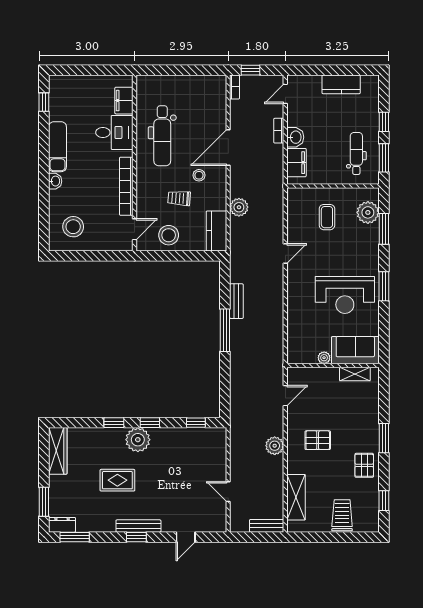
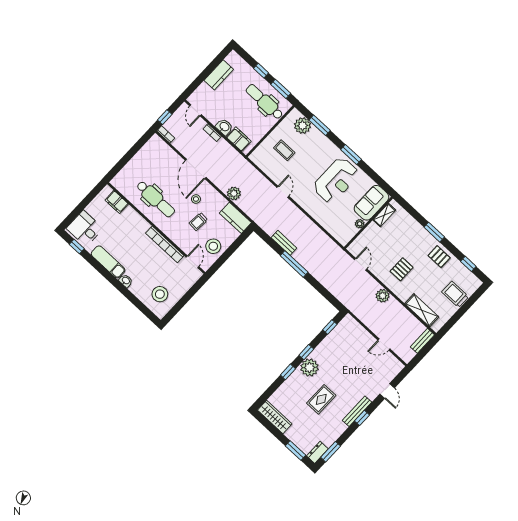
desk: (114, 132) -> (85, 229), moved, turned -90
dental chair: (356, 154) -> (264, 102), width x1.36, depth x1.38

